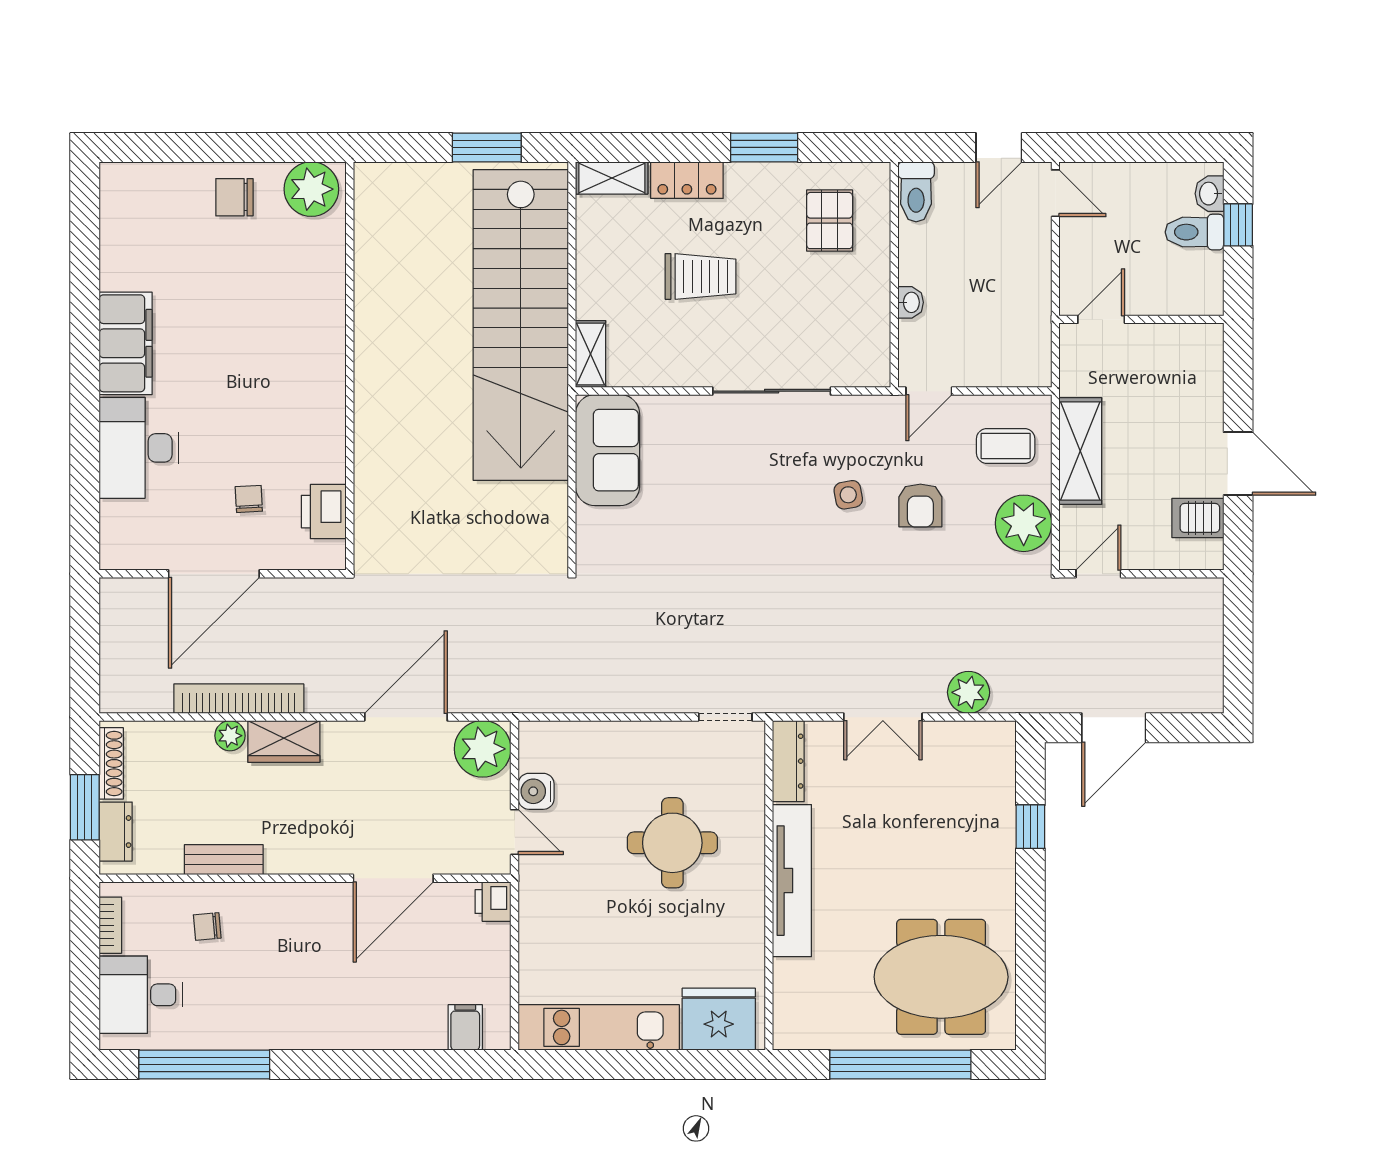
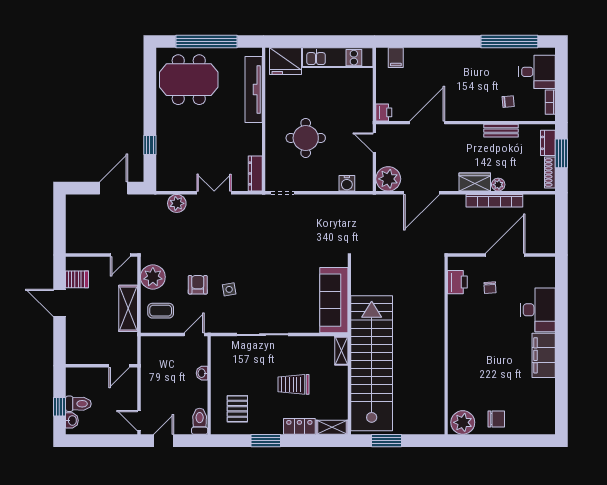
sofa: (608, 450) -> (334, 300), width x1.36
water cooler: (536, 791) -> (347, 183), moved, turned 90
tv unit: (792, 881) -> (254, 89), moved

